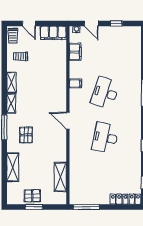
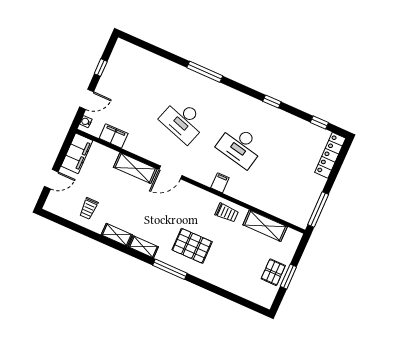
trolley: (13, 36) -> (227, 213), moved
filing cabinet: (75, 84) -> (220, 183), moved
door: (68, 121) -> (171, 172), moved
pallet: (26, 135) -> (192, 246), width x1.50, depth x1.42
shelving: (13, 167) -> (135, 168), moved

